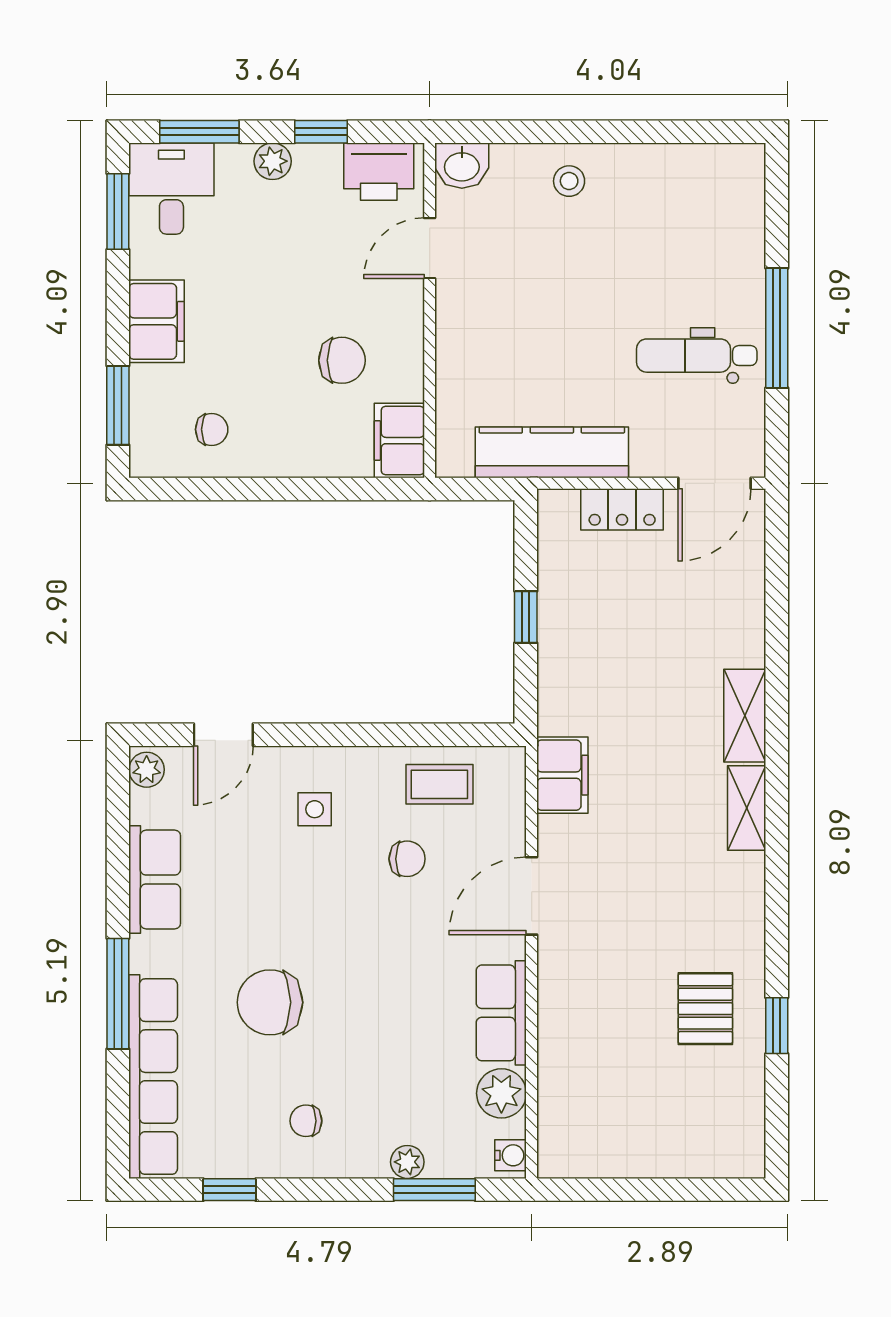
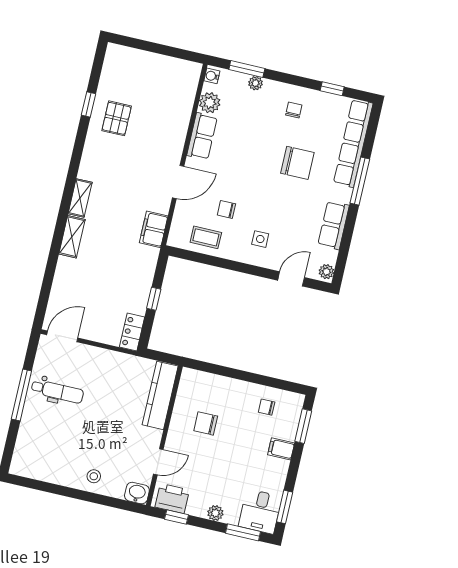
window: (321, 132) -> (177, 517), moved
filing cabinet: (157, 321) -> (281, 449), width x0.50
filing cabinet: (399, 441) -> (189, 384), removed
kitchen counter: (552, 452) -> (160, 395), moved, turned 90
locker: (622, 509) -> (132, 332), moved, turned -90
chair: (306, 1121) -> (294, 110), turned -90

